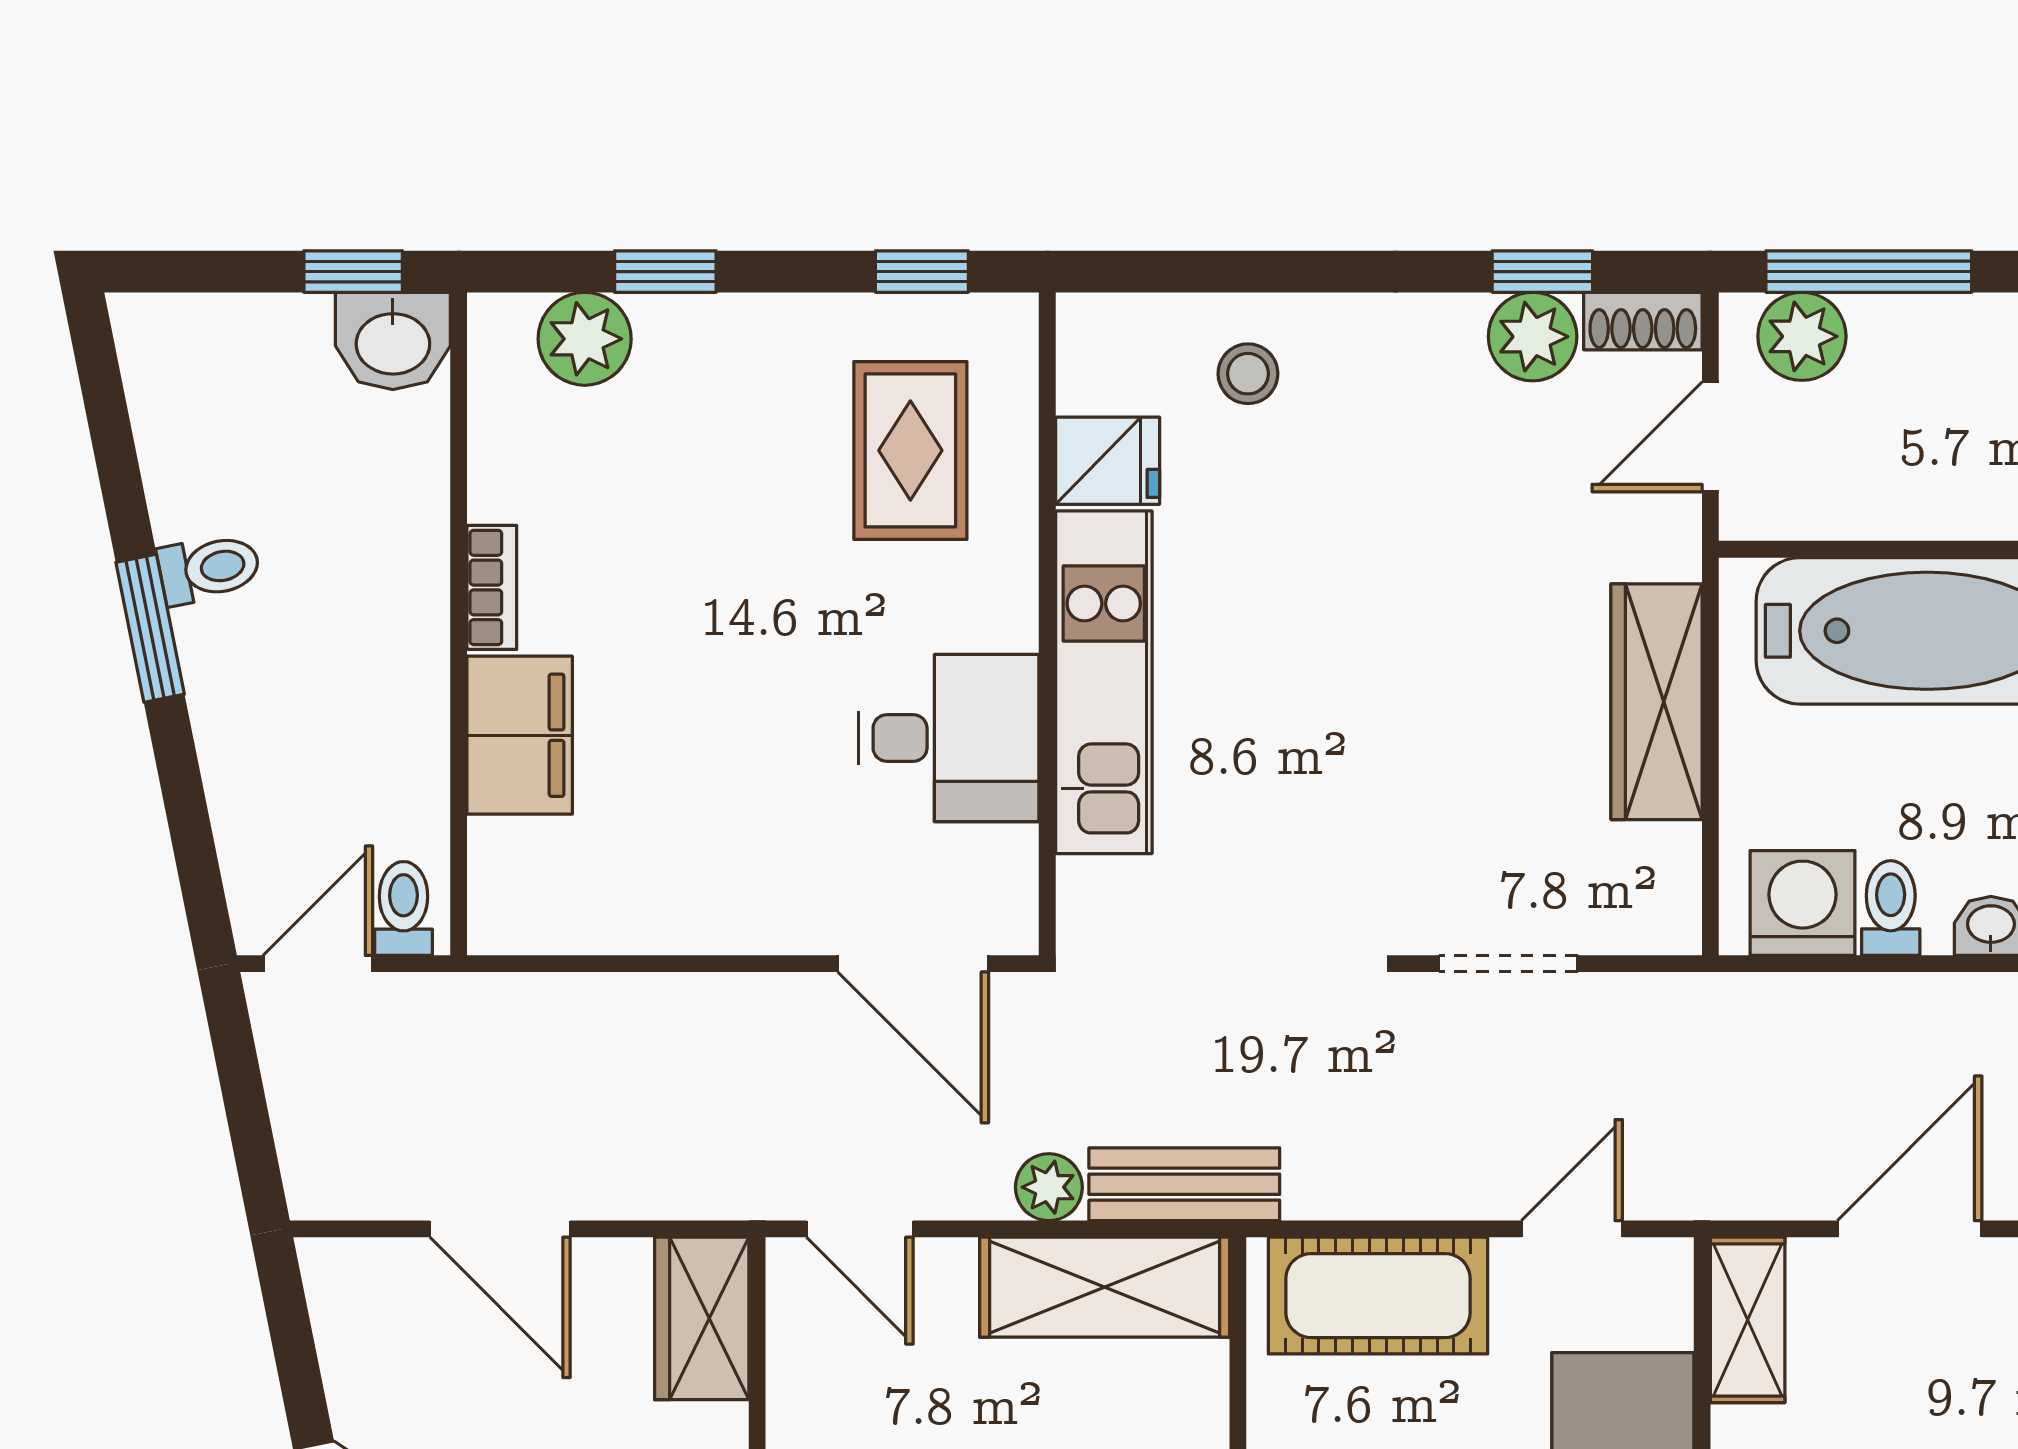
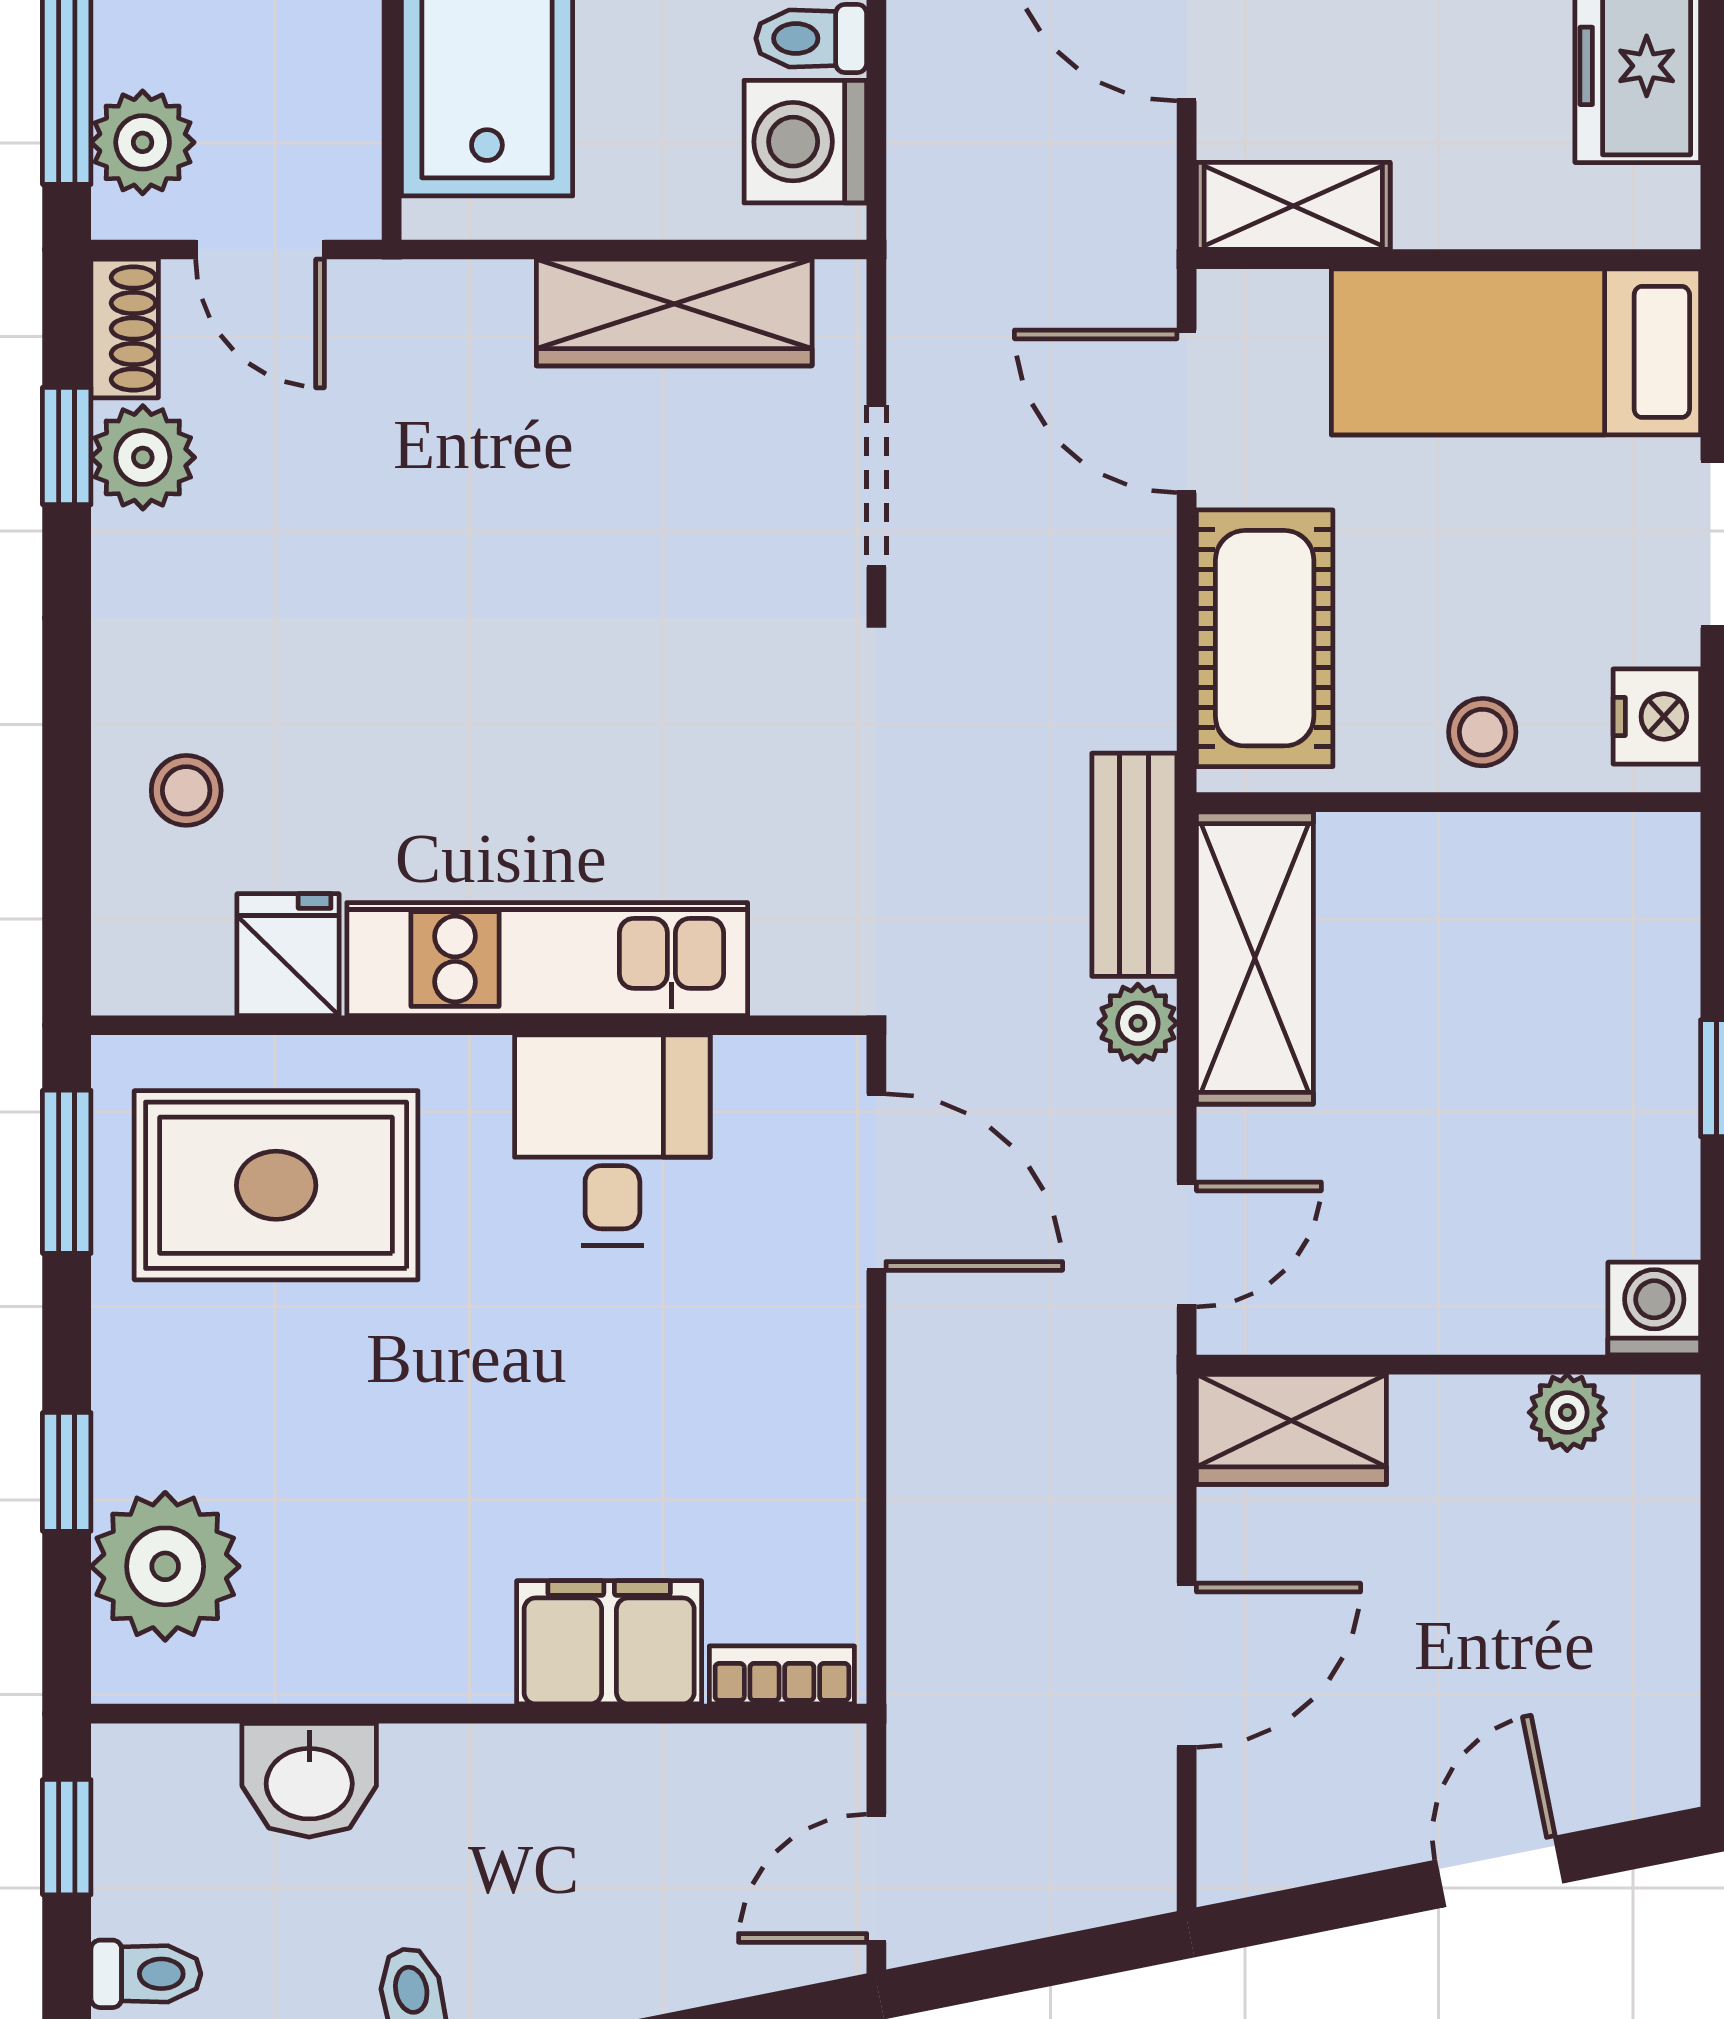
window: (922, 272) -> (67, 1172), width x1.50
plant: (585, 339) -> (165, 1566), width x1.36, depth x1.36
washbasin: (393, 341) -> (309, 1780), moved, turned 90
rug: (910, 450) -> (276, 1185), width x1.36, depth x1.43
bookcase: (492, 587) -> (782, 1675), moved
wardrobe: (1656, 702) -> (674, 312), moved
toilet: (404, 908) -> (146, 1974), moved, turned 180
door: (318, 964) -> (876, 1878), hinge flipped
door: (913, 964) -> (876, 1182), hinge flipped
door: (1572, 1229) -> (1187, 411), width x1.37

